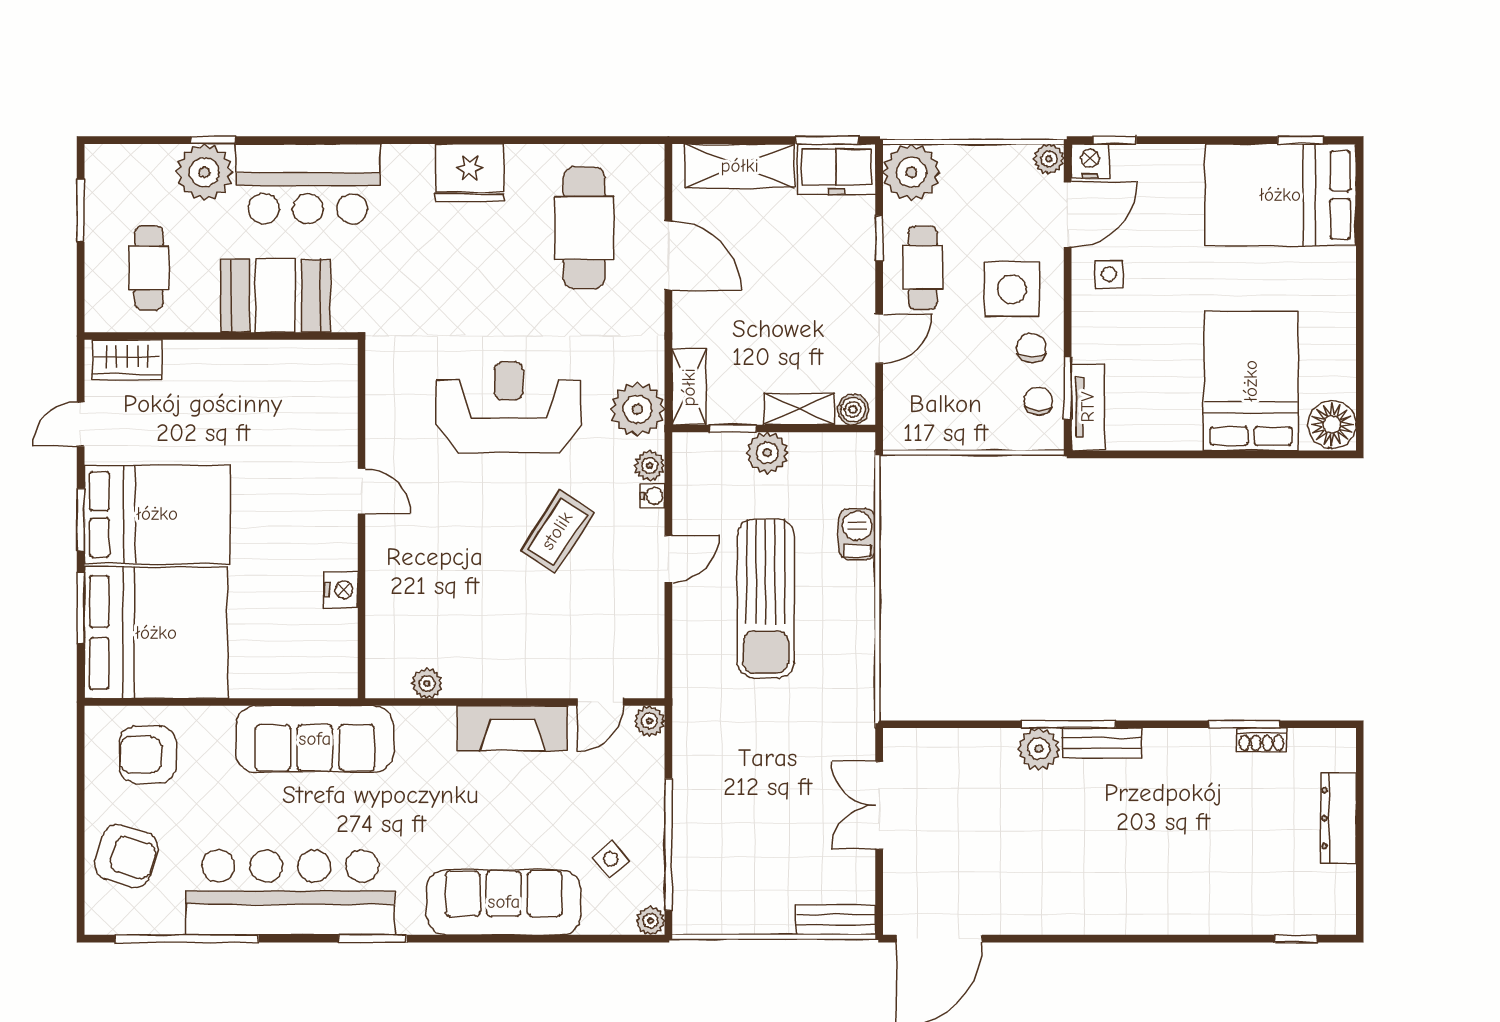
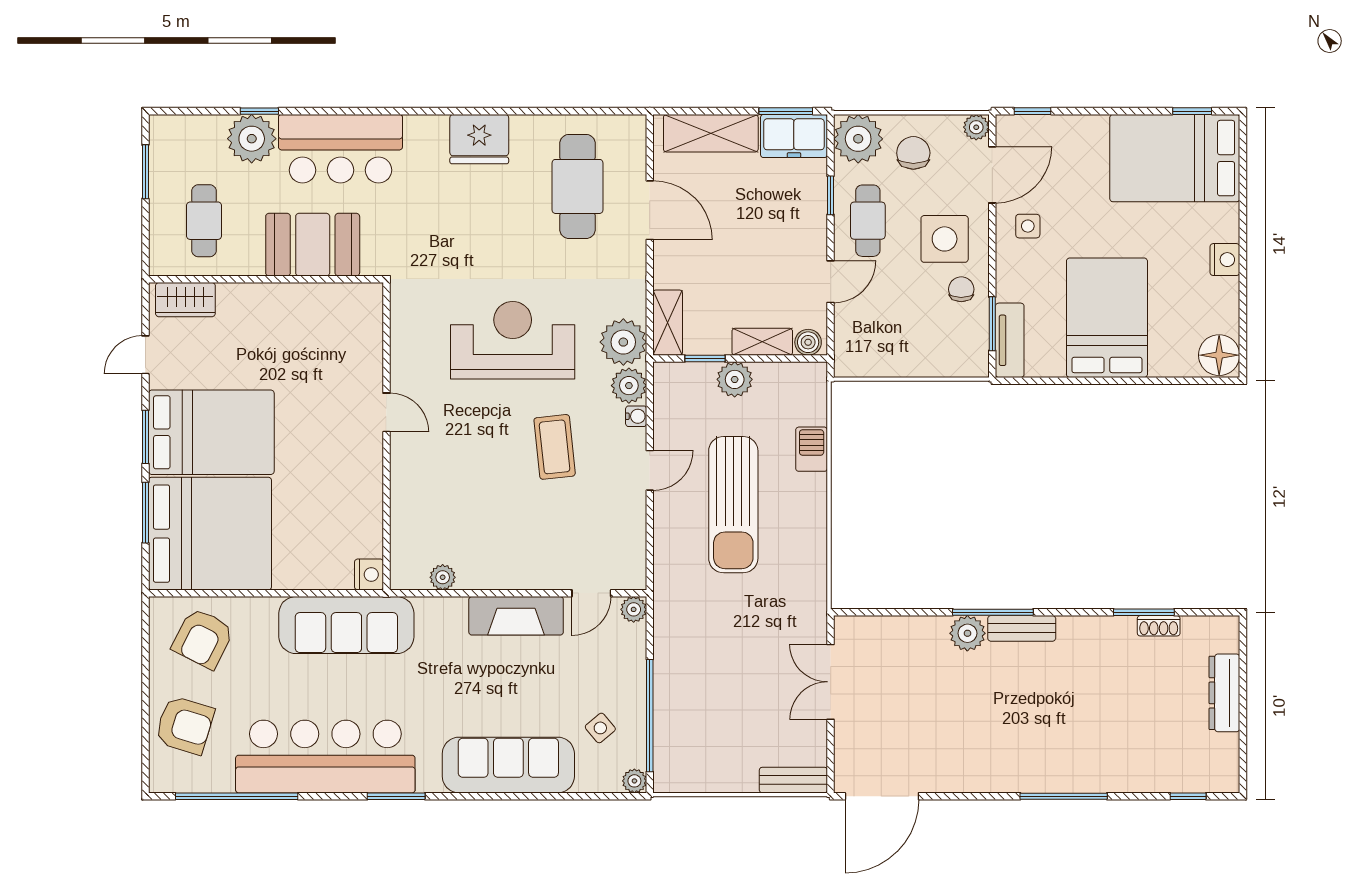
nightstand: (1090, 161) -> (1225, 260), moved, turned 90
bed: (1251, 381) -> (1107, 318), moved
chair: (1038, 401) -> (913, 153), moved, width x1.37, depth x1.37
plant: (650, 466) -> (629, 386), width x1.38, depth x1.38
coffee table: (557, 531) -> (555, 447), turned -39
nightstand: (341, 590) -> (369, 574), moved
armchair: (148, 755) -> (203, 638), turned -63
window: (1151, 939) -> (1064, 796), added

